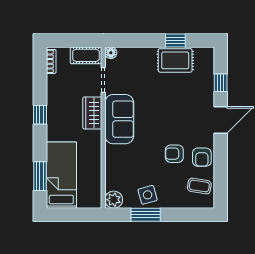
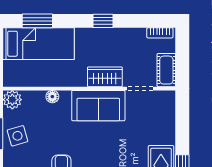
floor lamp: (111, 53) -> (52, 97), moved

